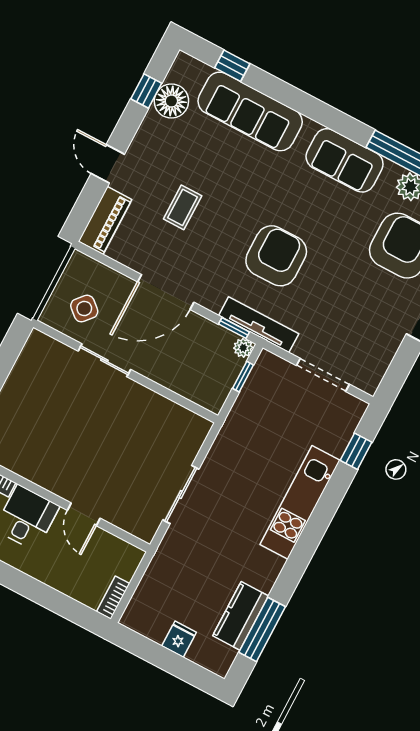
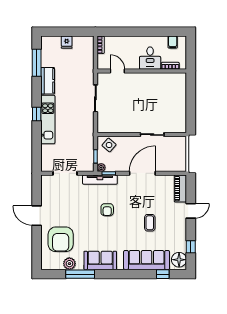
floor lamp: (171, 101) -> (179, 260), moved
door: (108, 164) -> (191, 211), hinge flipped
coffee table: (183, 207) -> (150, 223), moved
armchair: (276, 256) -> (107, 210), width x0.53, depth x0.53
side table: (84, 309) -> (109, 145), moved
window: (356, 451) -> (37, 114), moved
door: (84, 514) -> (117, 71), moved
kitchen counter: (241, 616) -> (48, 81), moved

